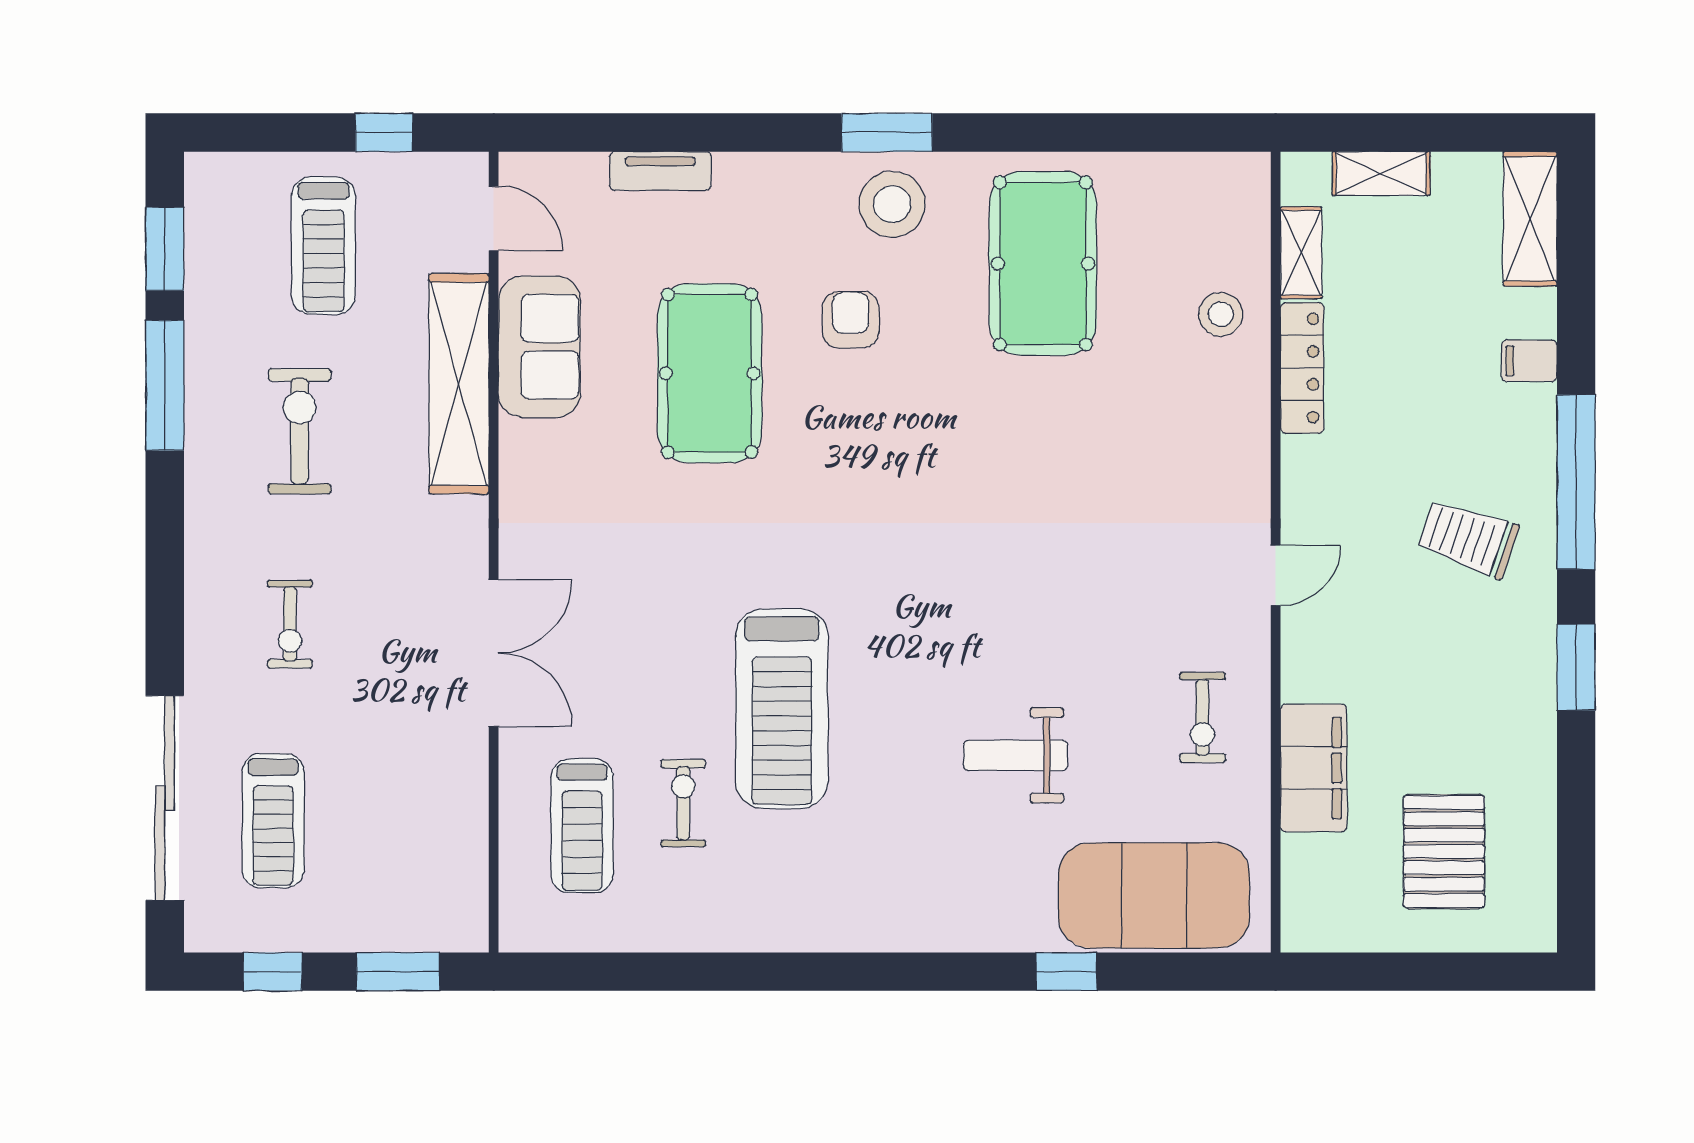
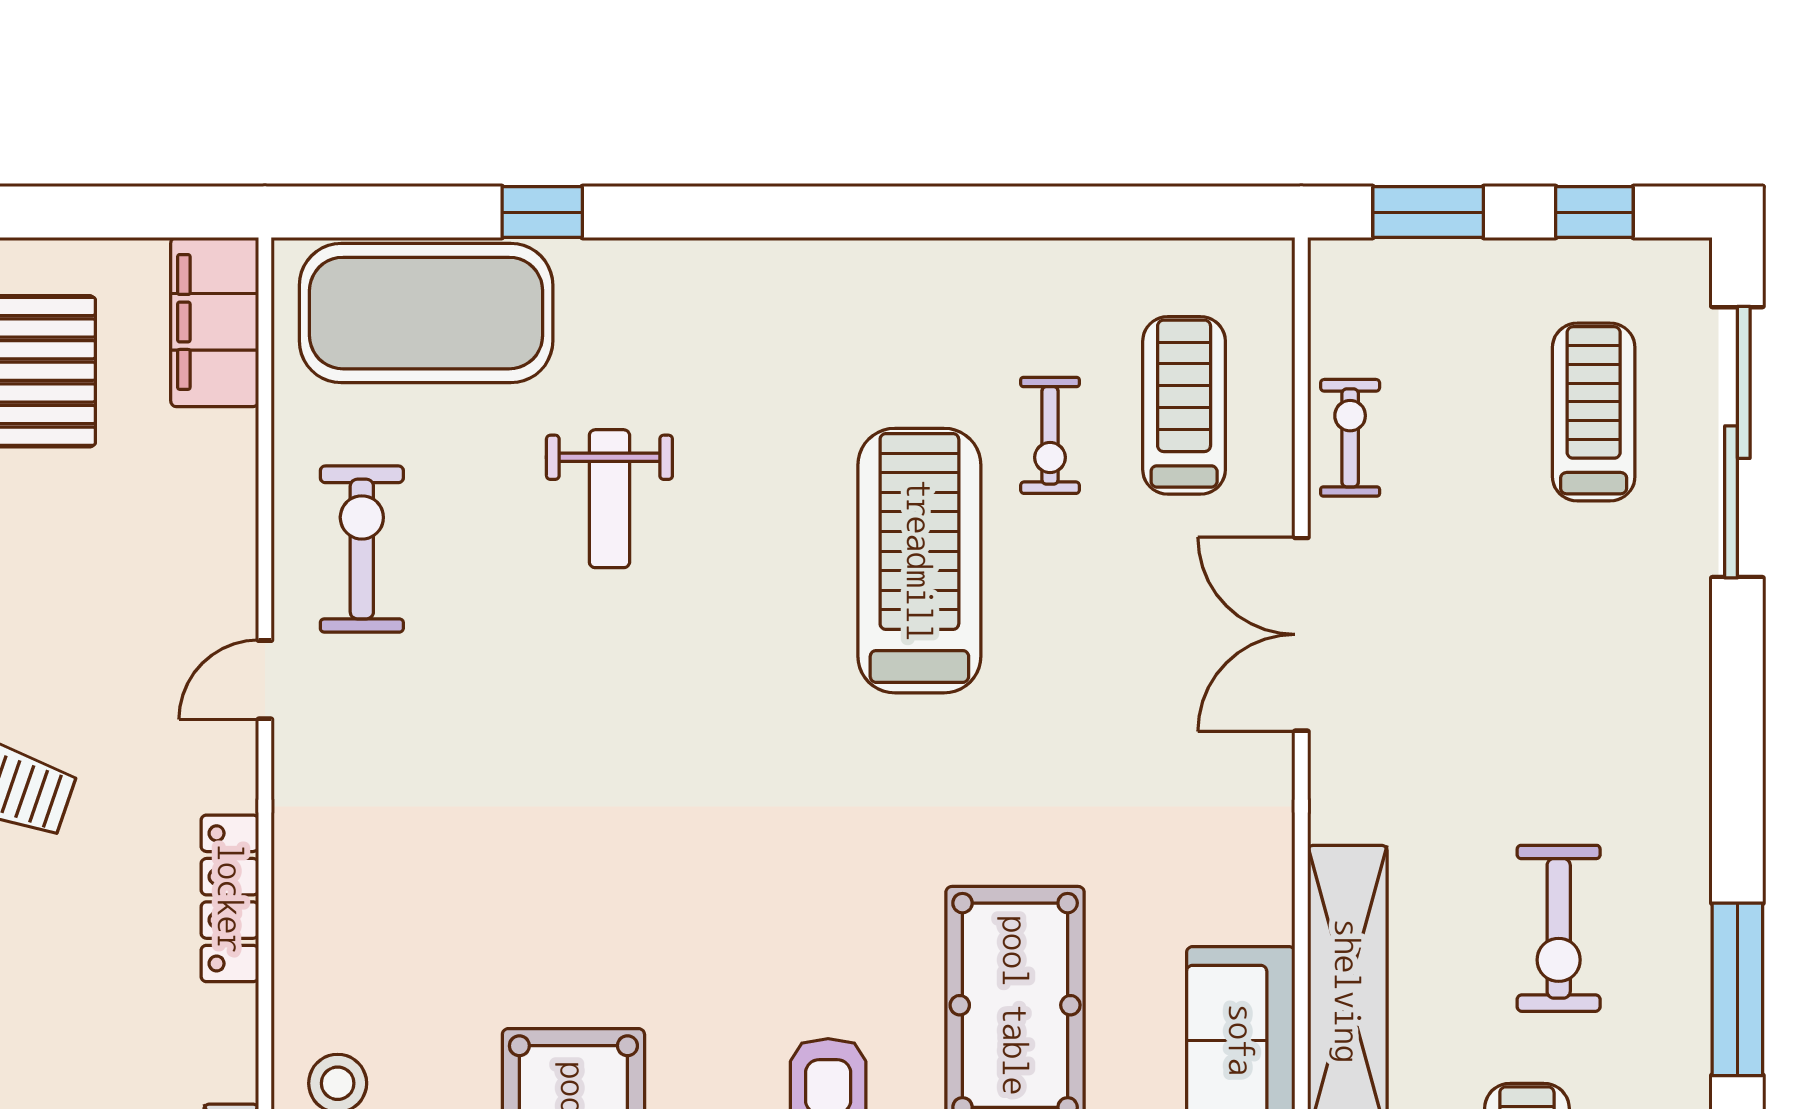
locker: (1302, 368) -> (230, 898), moved
door: (1276, 575) -> (265, 680), moved
exercise bike: (290, 624) -> (1350, 438), moved
exercise bike: (1203, 717) -> (362, 549), width x1.38, depth x1.39
weight bench: (1016, 755) -> (609, 499), turned 90
filing cabinet: (1314, 768) -> (215, 322), moved

